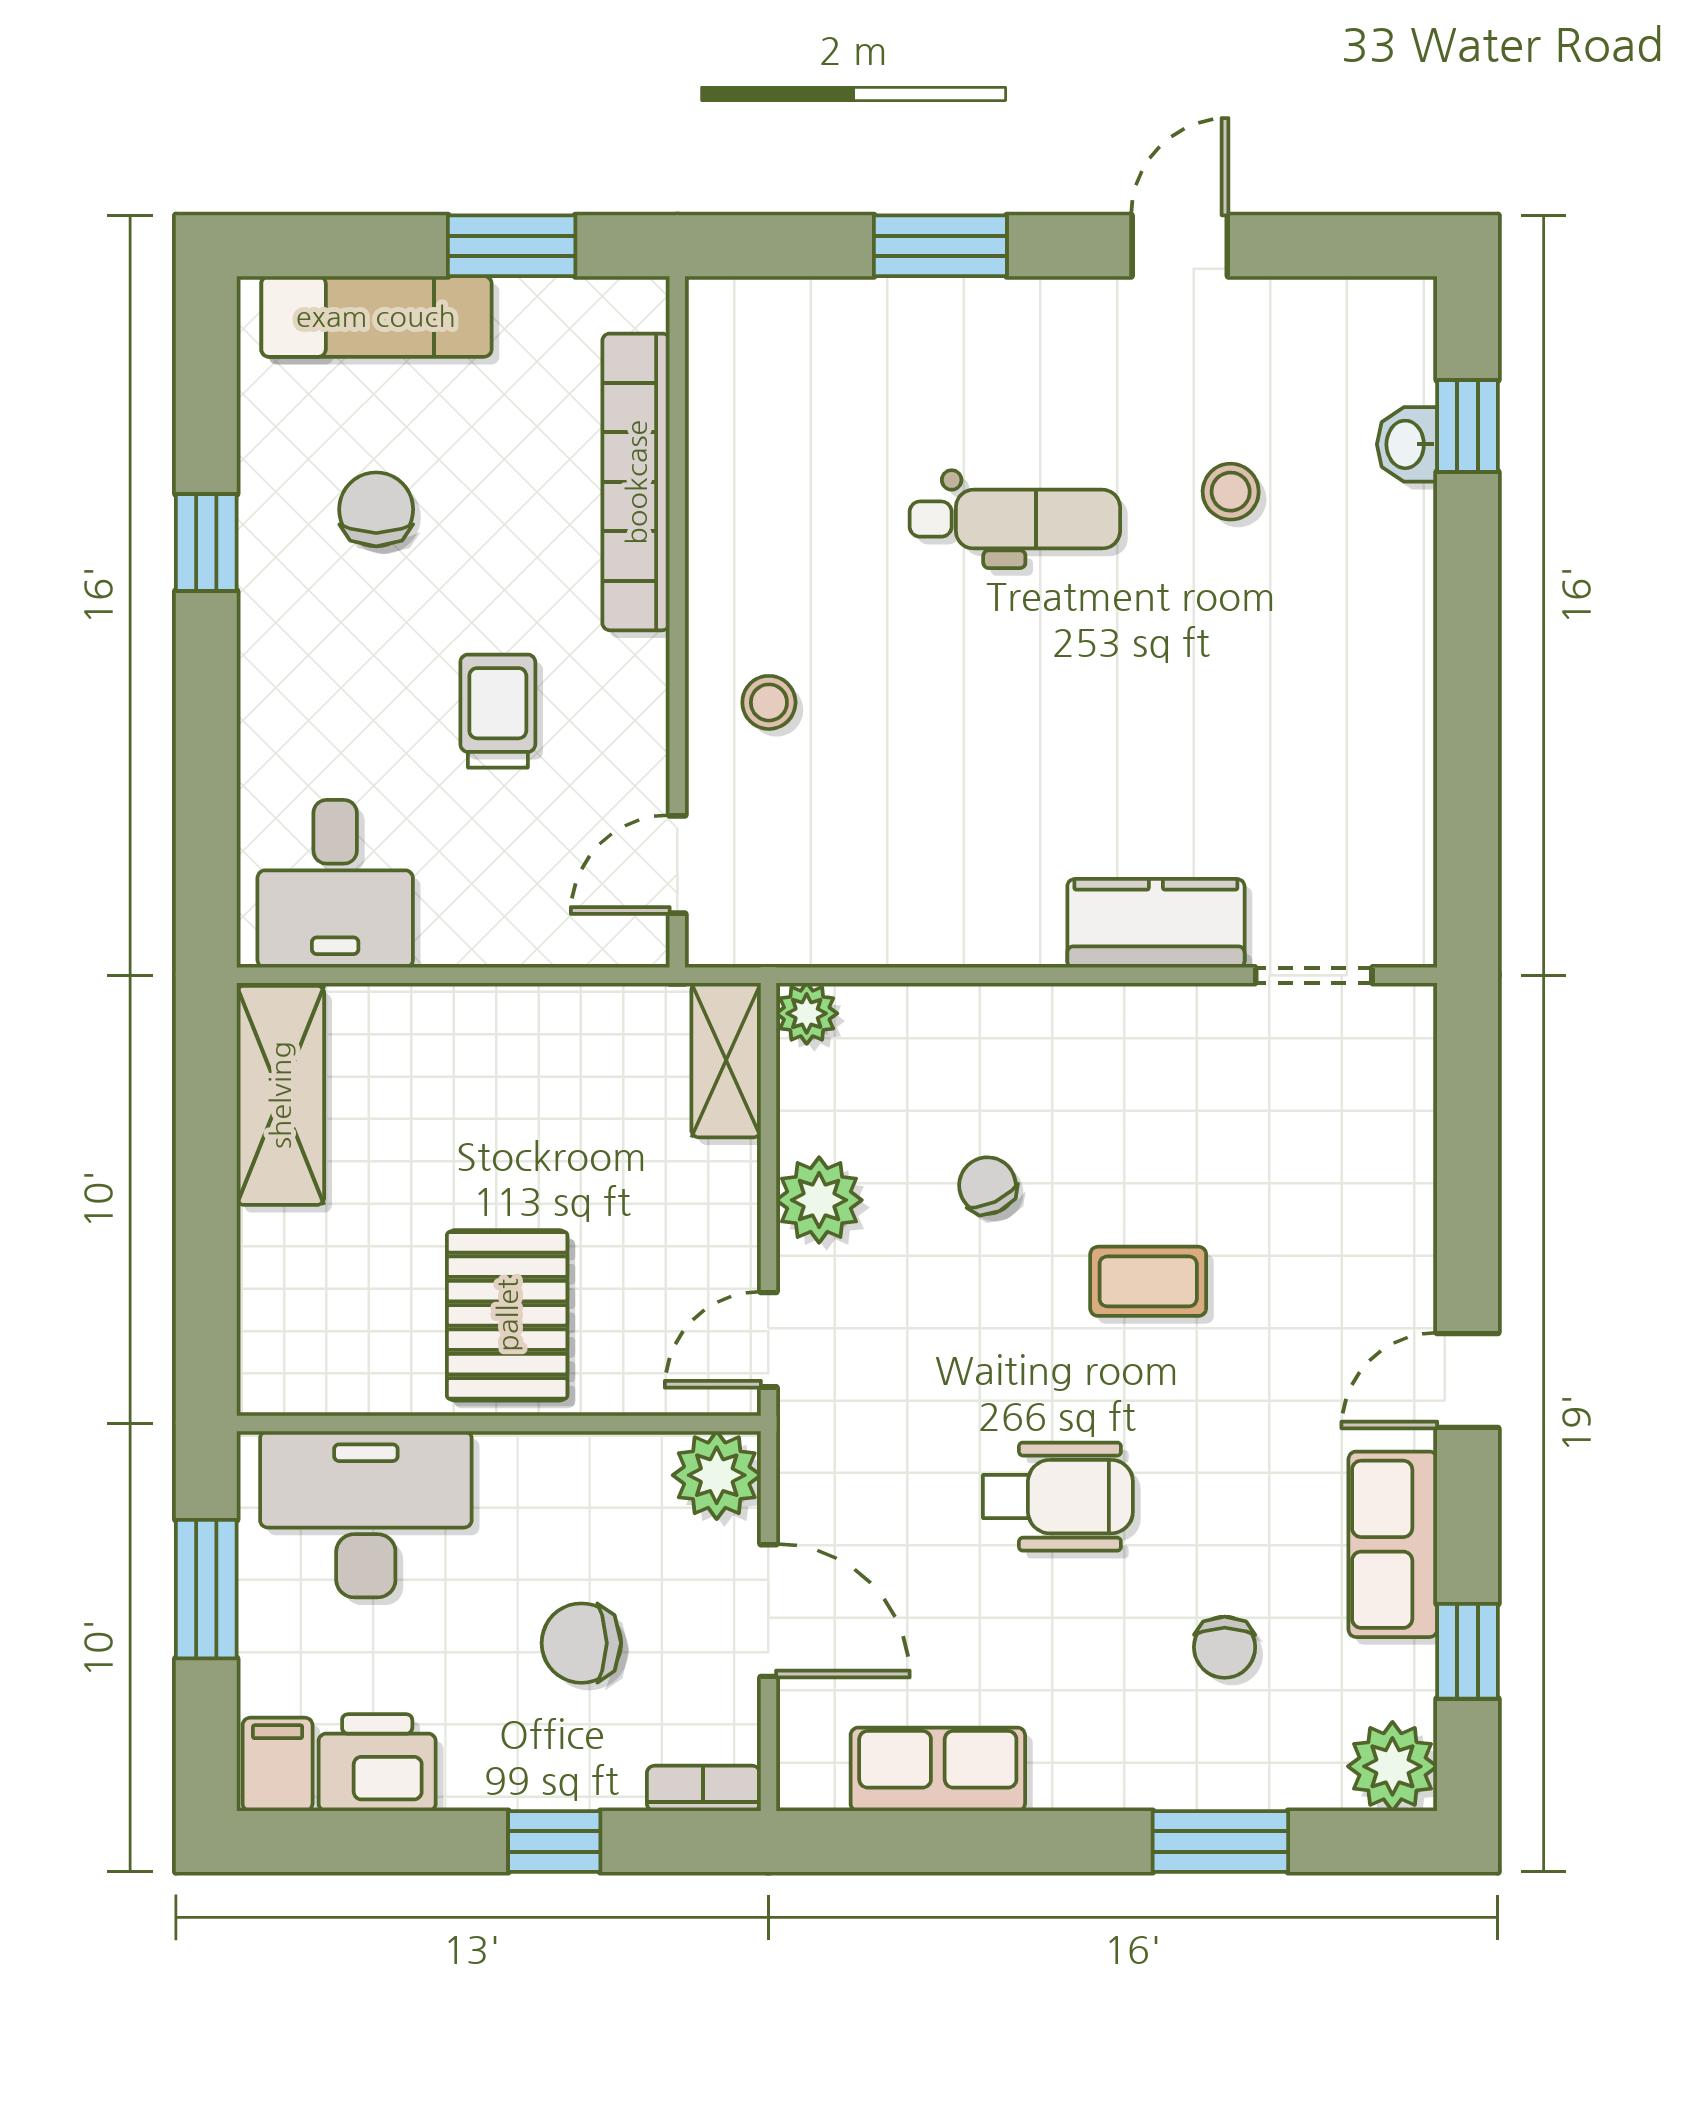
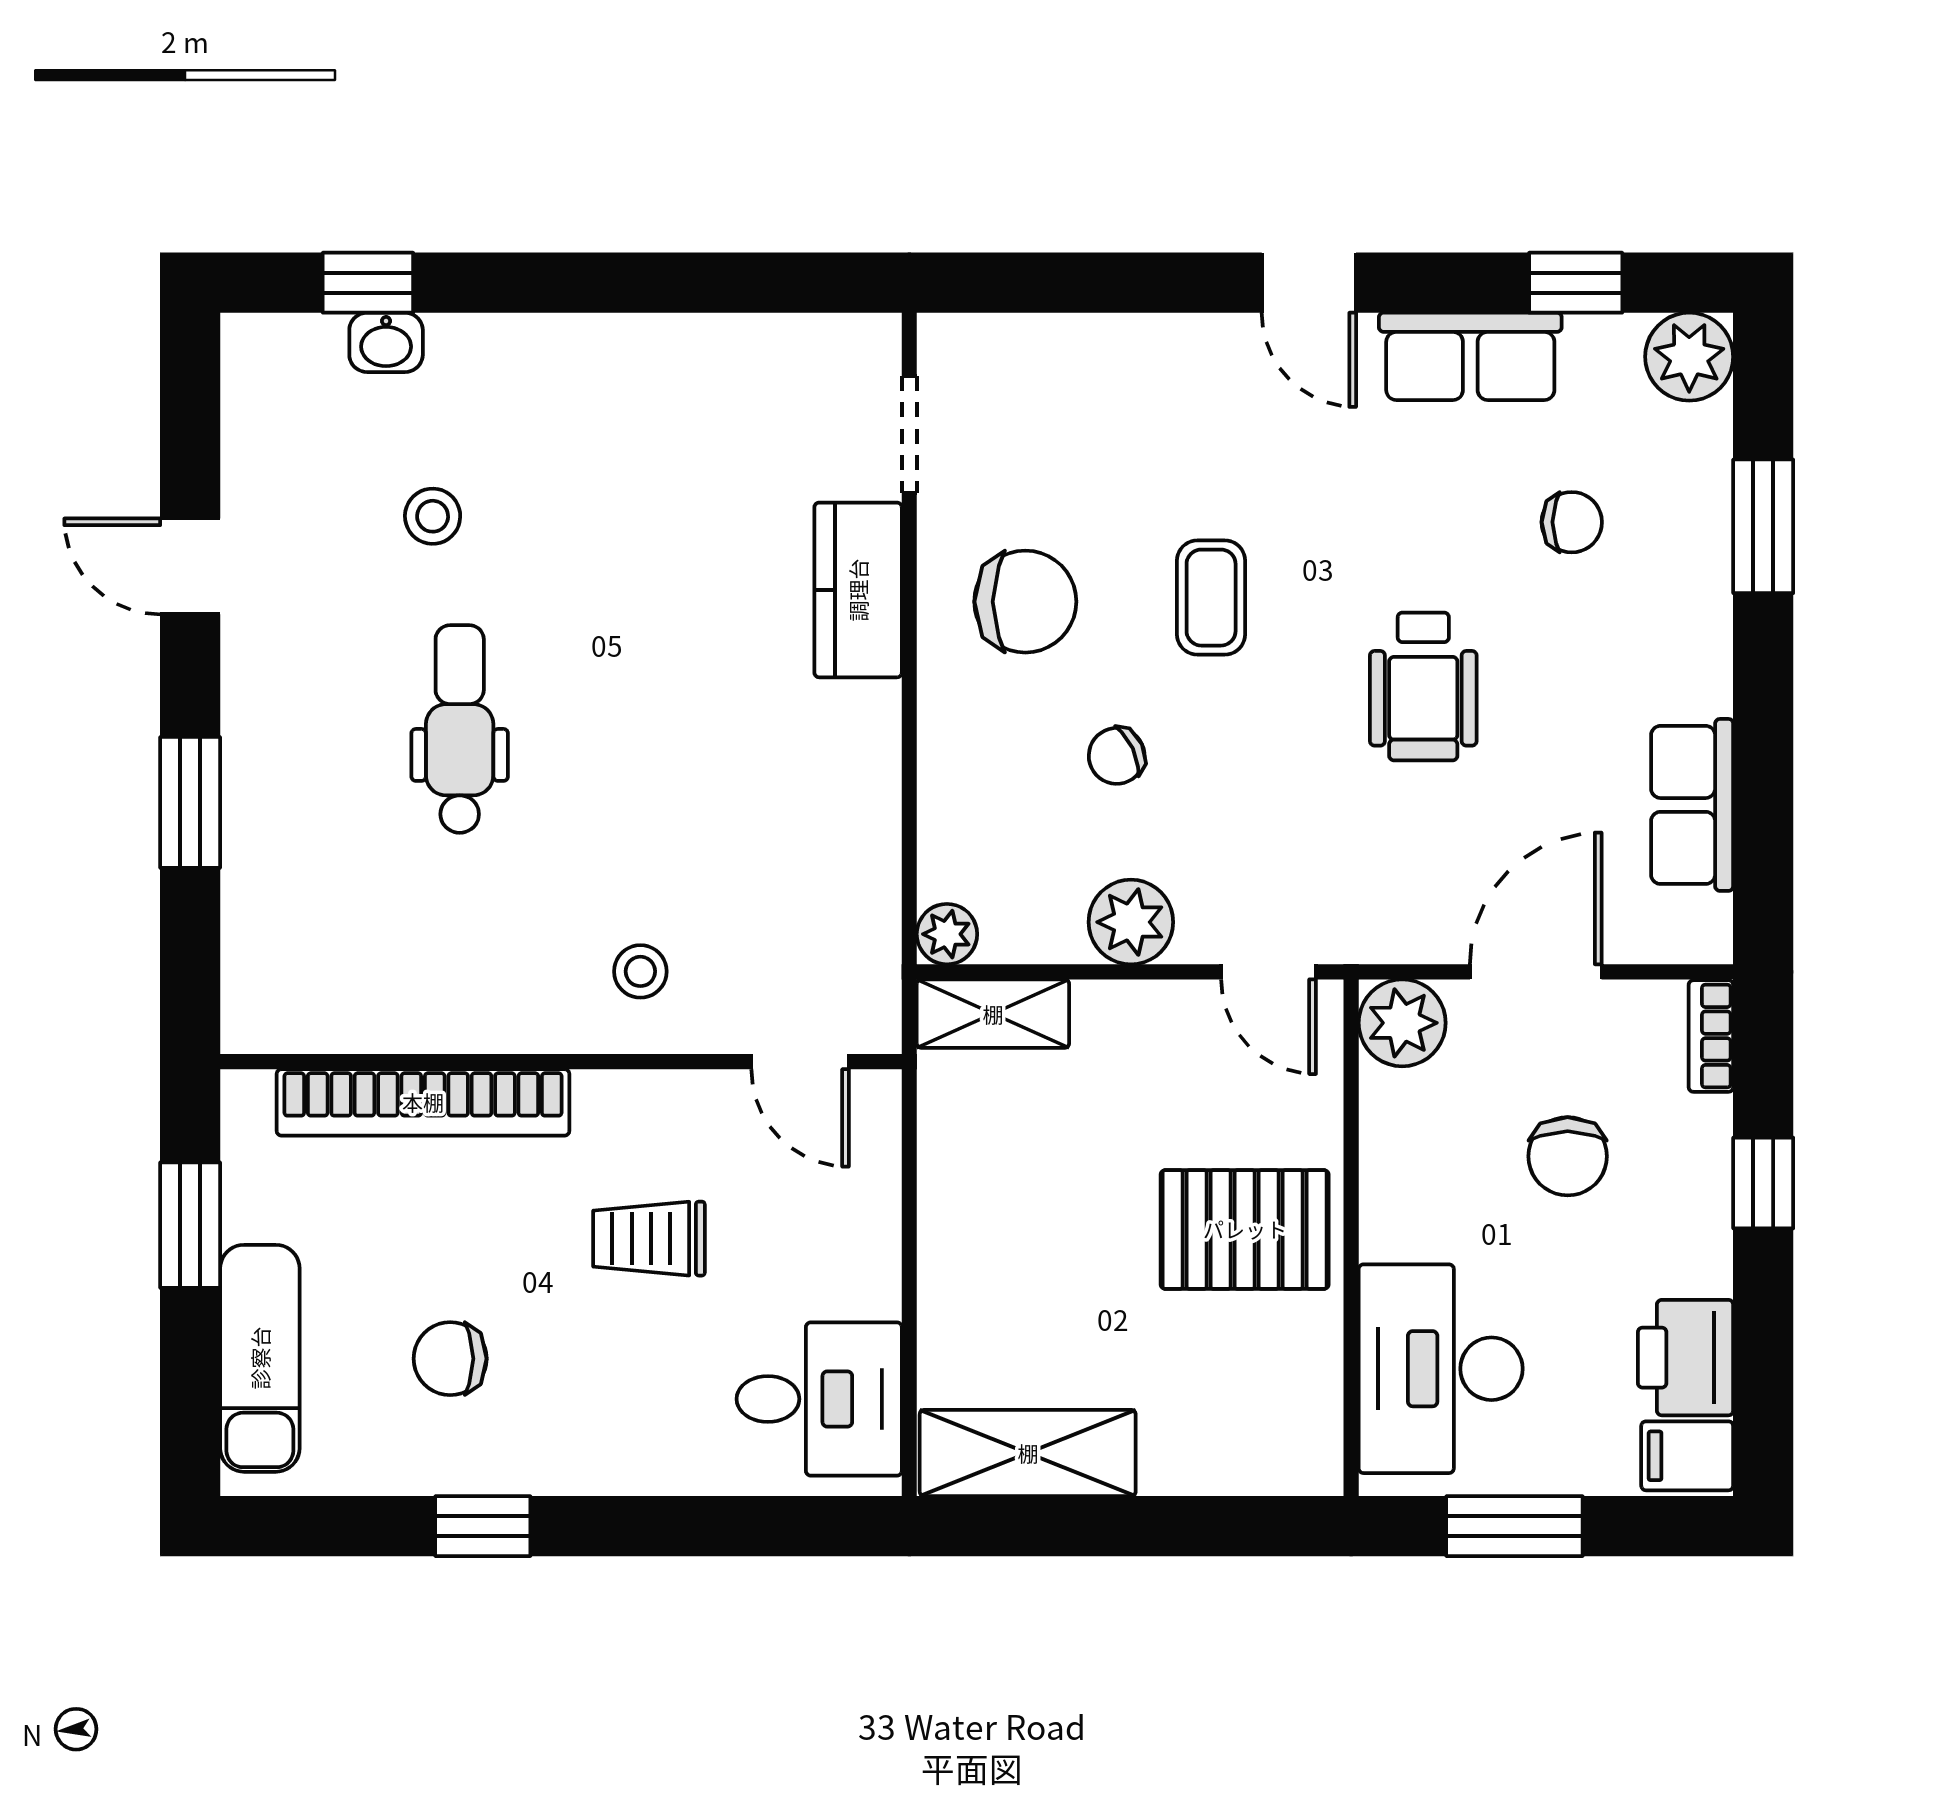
chair: (1144, 1093) -> (1025, 602), added
wheelchair: (1058, 1497) -> (1423, 686), turned 180

